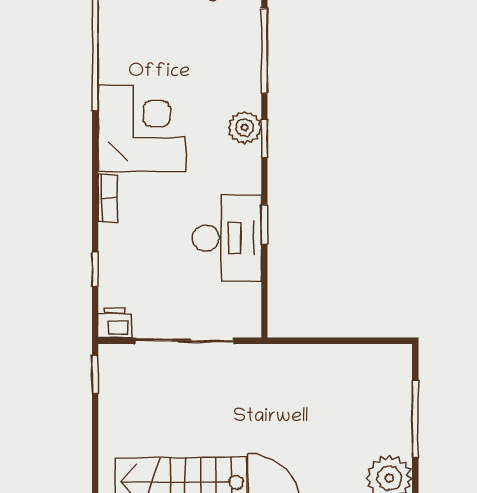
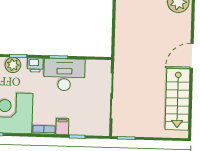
filing cabinet: (116, 237) -> (62, 127), added
printer: (115, 323) -> (35, 65), moved, turned -90

